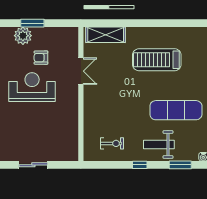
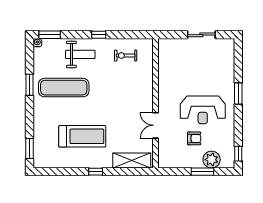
window: (143, 23) -> (96, 172), added
window: (180, 165) -> (50, 35), moved

